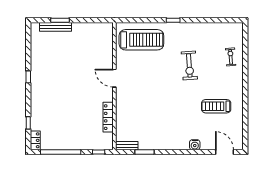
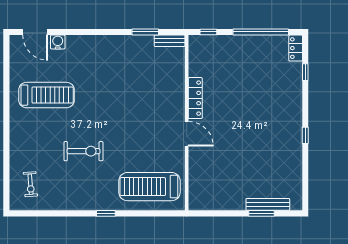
exercise bike: (231, 57) -> (30, 184), moved
exercise bike: (189, 65) -> (84, 151), turned 94
treadmill: (216, 106) -> (47, 95), width x1.37, depth x1.38
locker: (108, 117) -> (195, 98), moved
water cooler: (195, 145) -> (58, 42), moved

